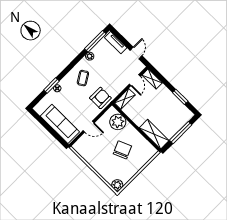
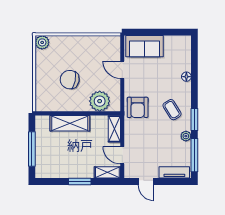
window: (51, 85) -> (194, 119), moved
window: (180, 97) -> (80, 182), moved
sofa: (60, 124) -> (145, 46), width x0.73
door: (89, 127) -> (122, 70), hinge flipped
shelving: (154, 134) -> (70, 123), moved
chair: (122, 150) -> (70, 80), turned 124

